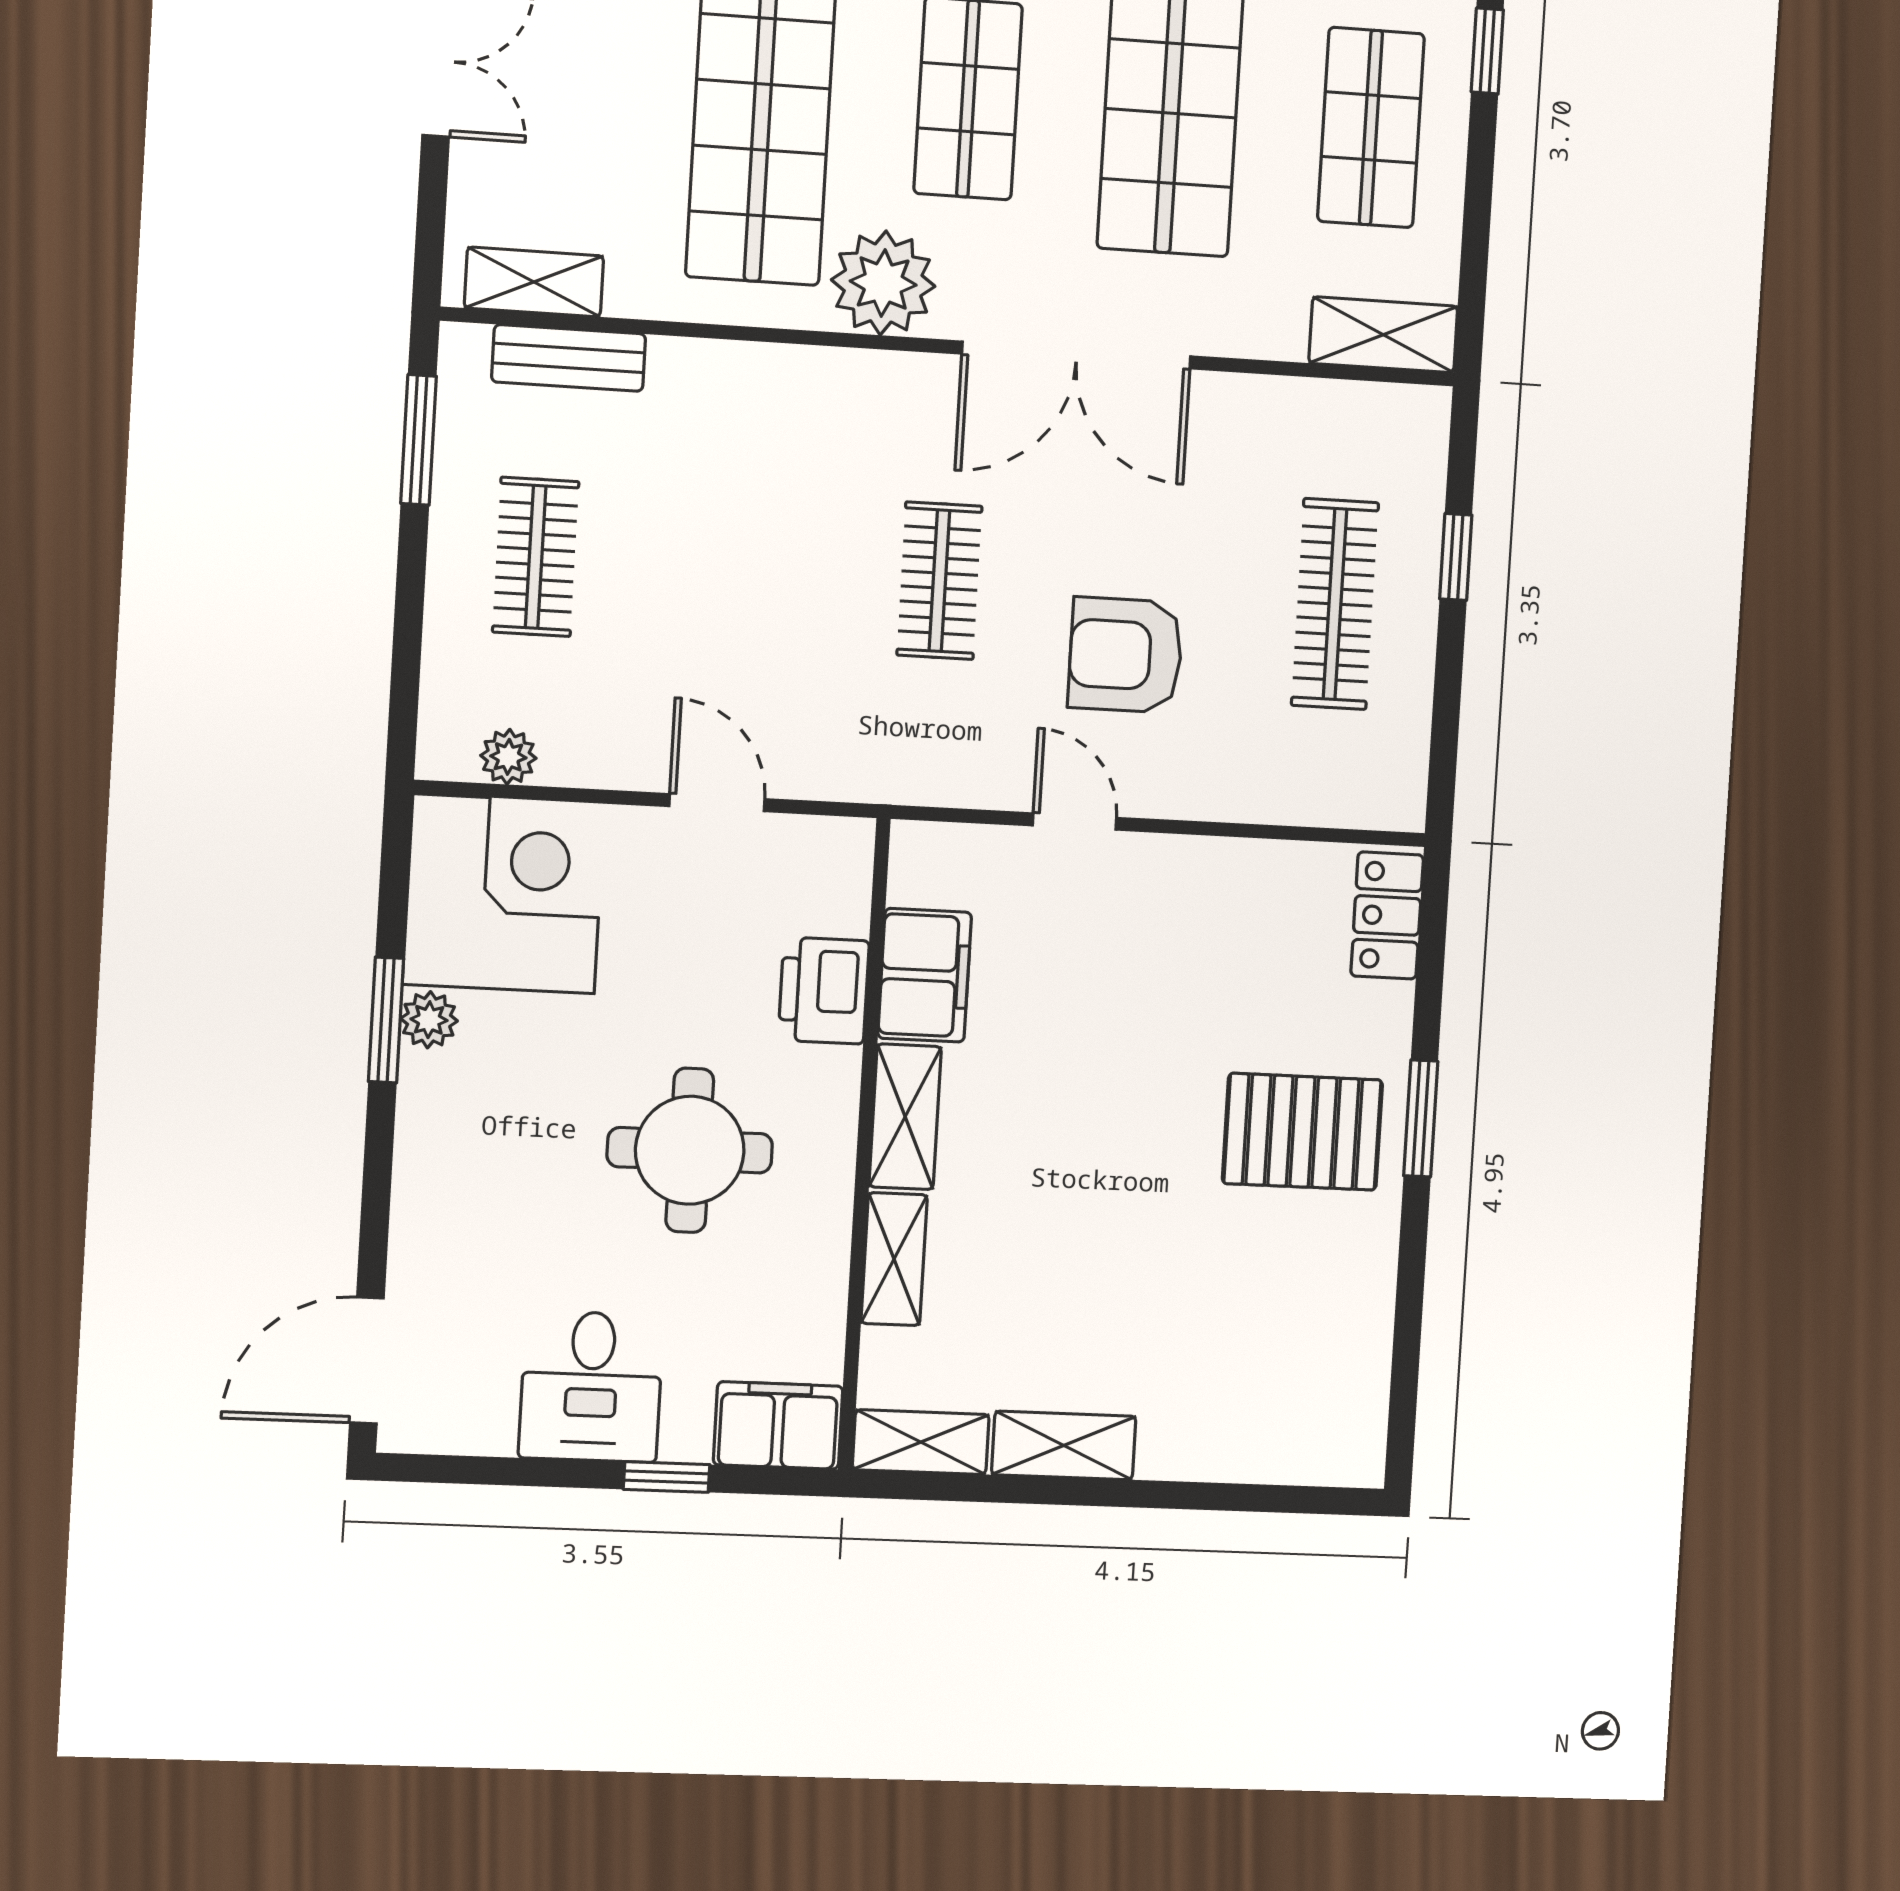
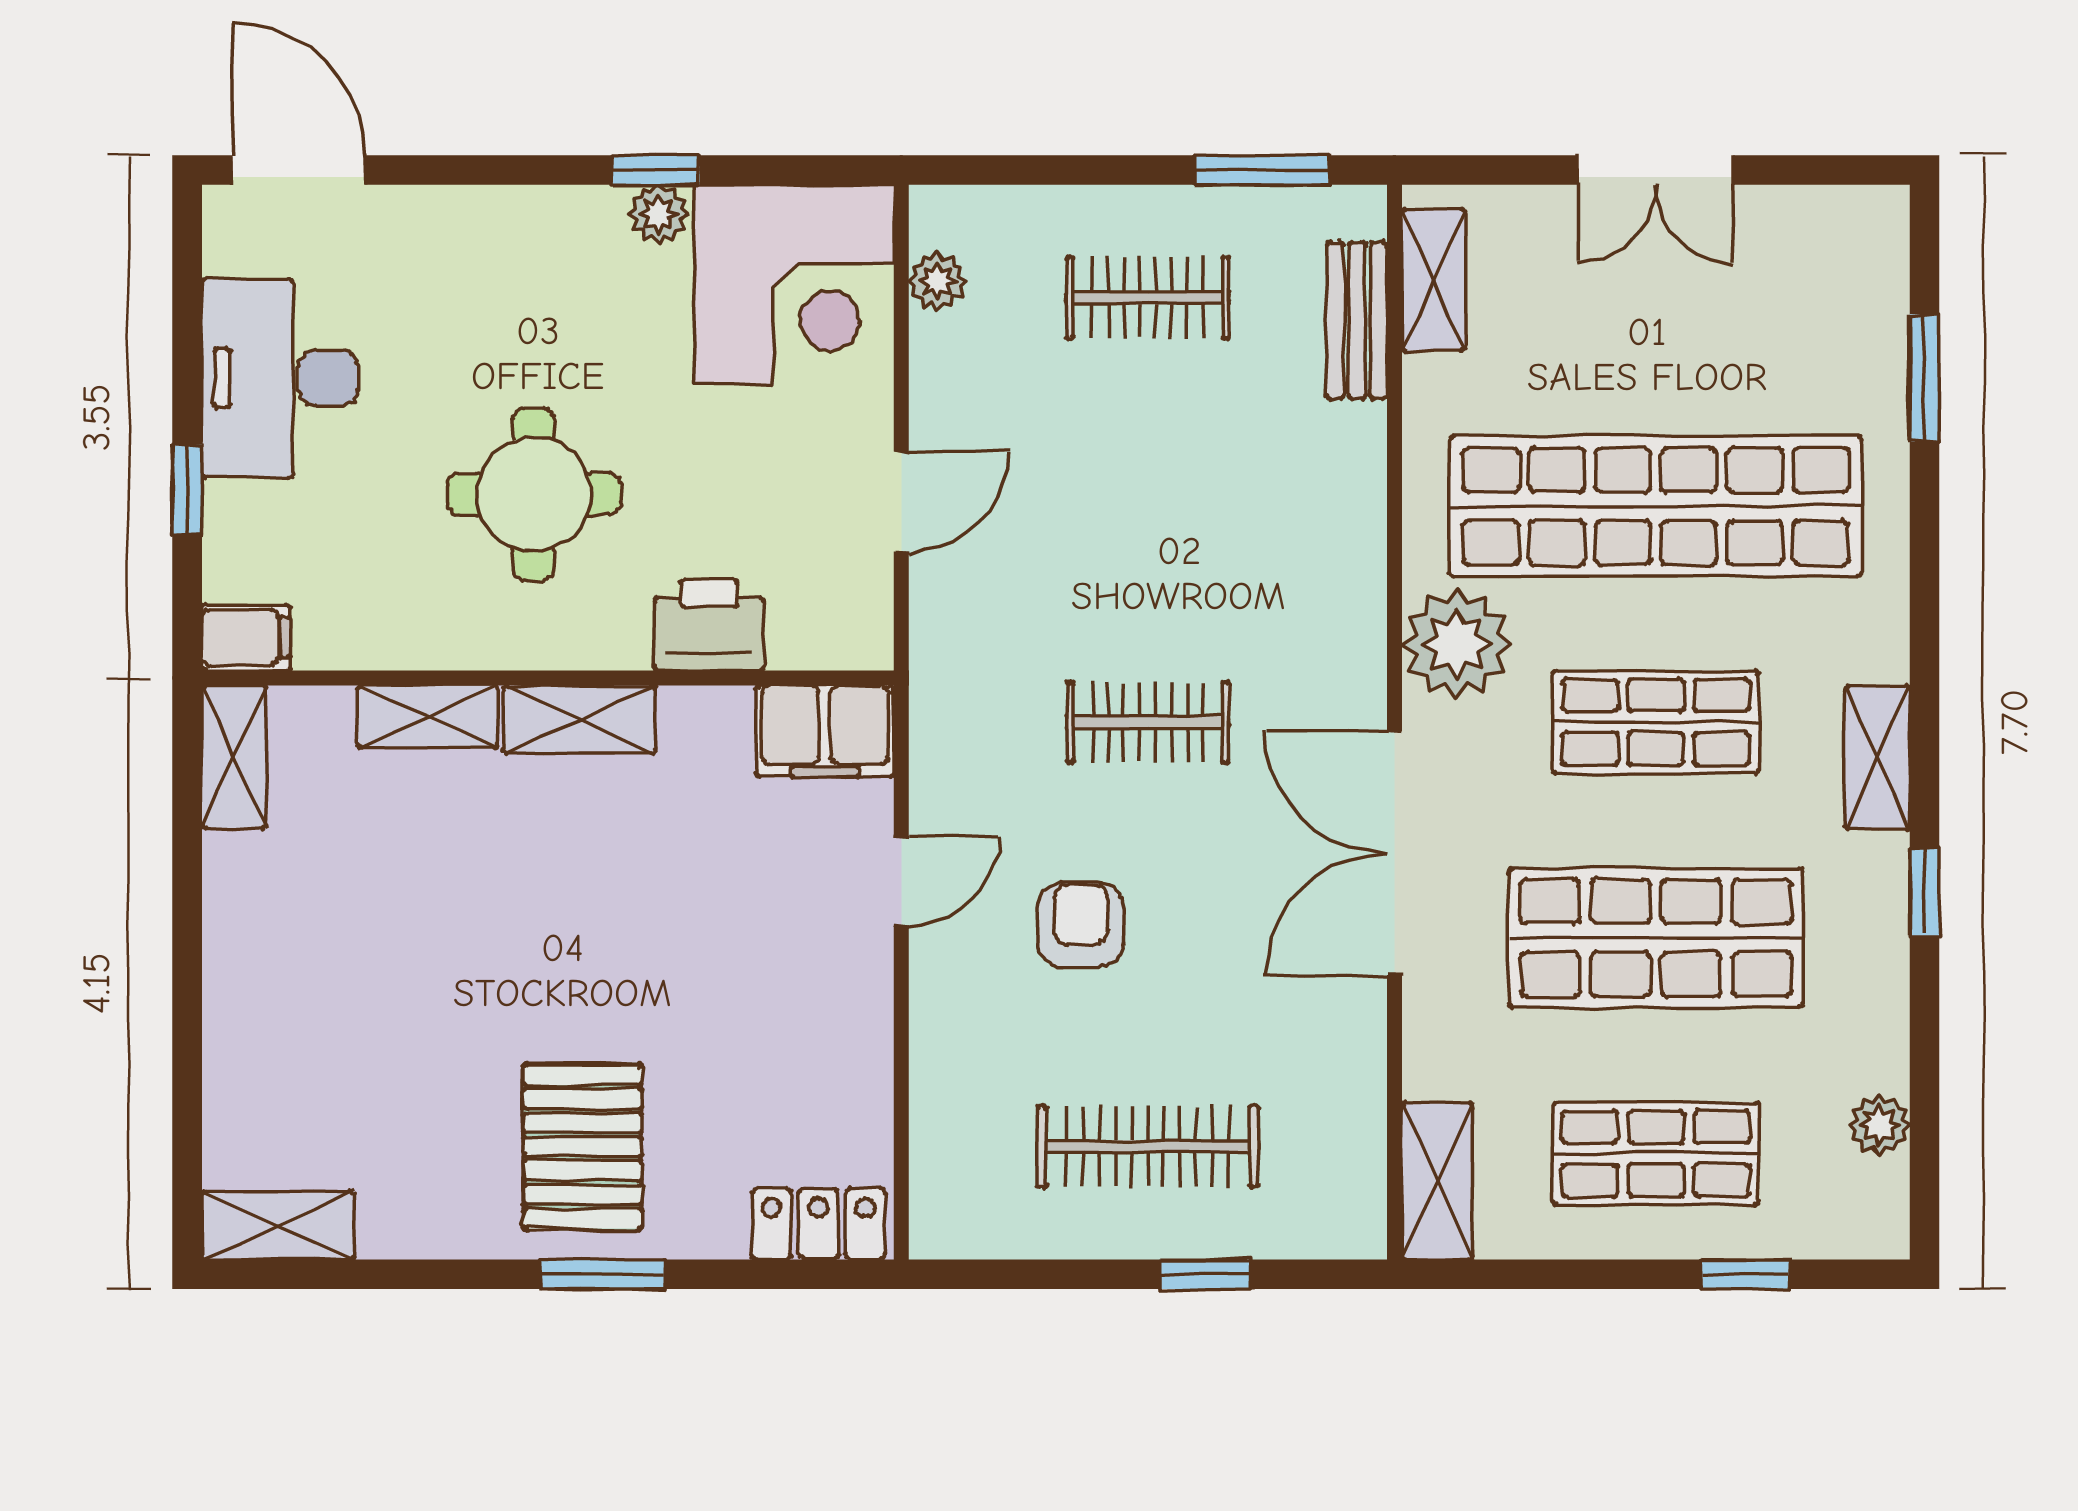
armchair: (1125, 655) -> (1081, 925), width x0.72, depth x0.72
filing cabinet: (925, 975) -> (825, 731), moved
window: (386, 1020) -> (656, 170), width x0.67
desk: (591, 1386) -> (280, 378), width x1.37
filing cabinet: (778, 1425) -> (246, 637), width x0.50
shelving: (1064, 1445) -> (278, 1225), moved, turned 90

